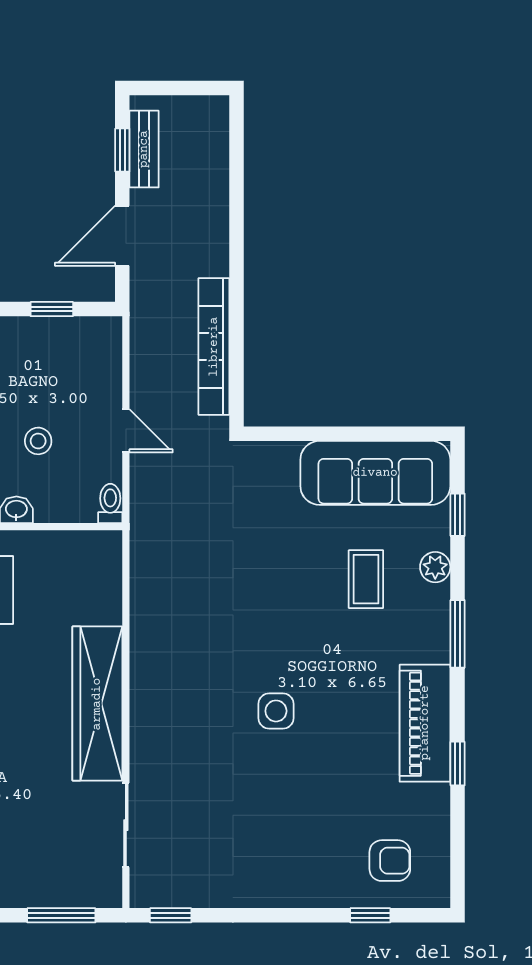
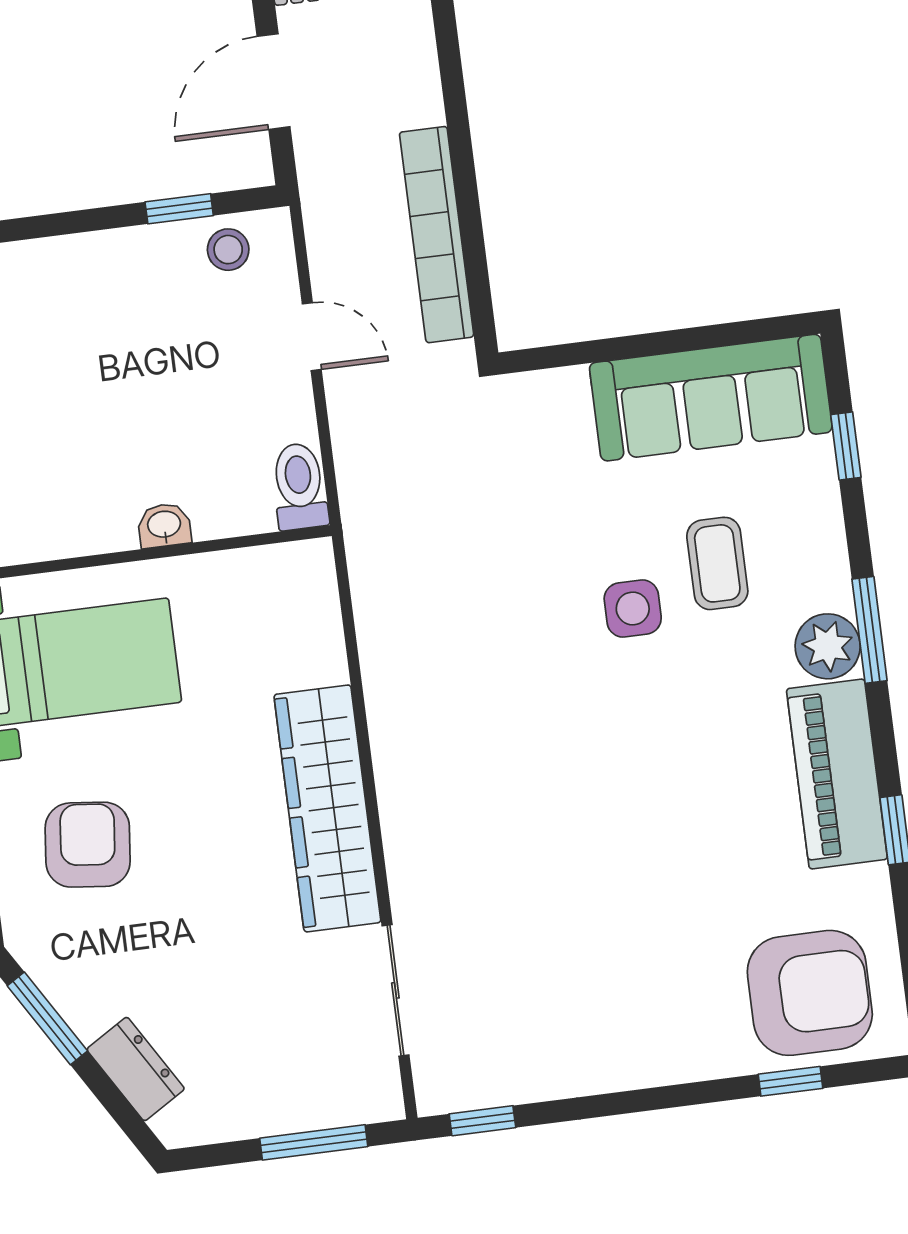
door: (126, 431) -> (312, 337), moved
stool: (38, 441) -> (228, 250), moved
toilet: (110, 503) -> (299, 486), width x1.37, depth x1.39
plant: (435, 567) -> (828, 646), moved, width x1.38, depth x1.38
side table: (276, 711) -> (633, 608), moved
armchair: (390, 861) -> (810, 993), width x1.88, depth x1.88

